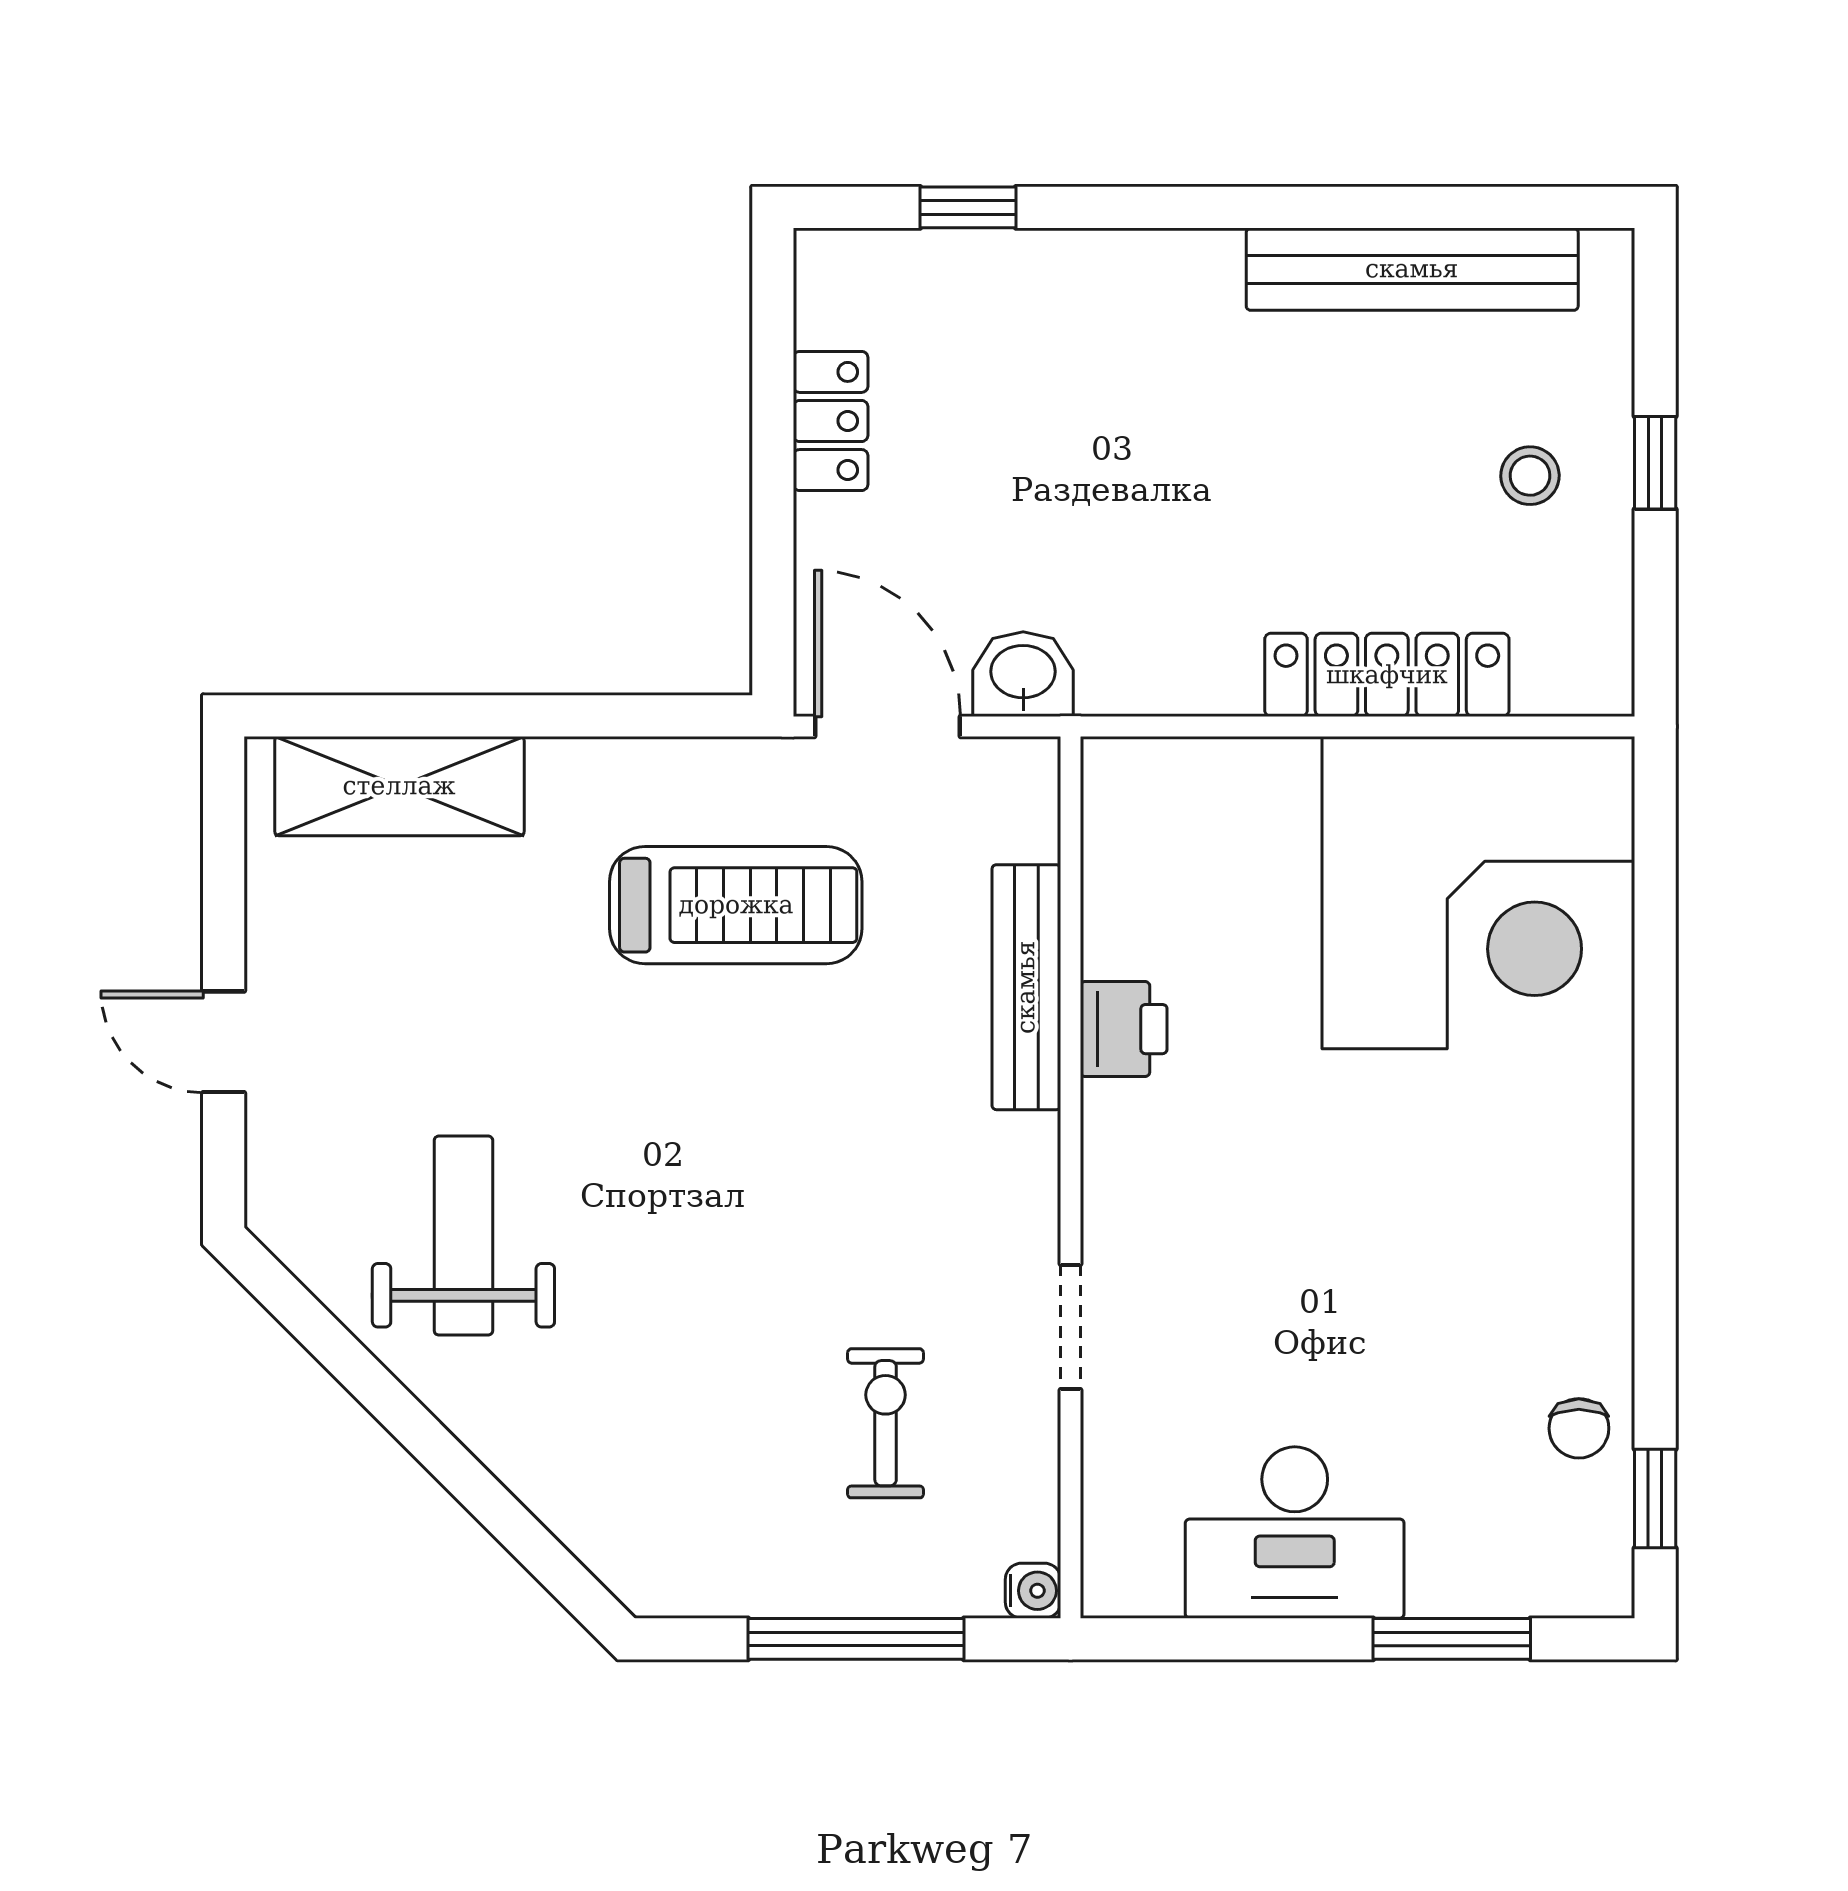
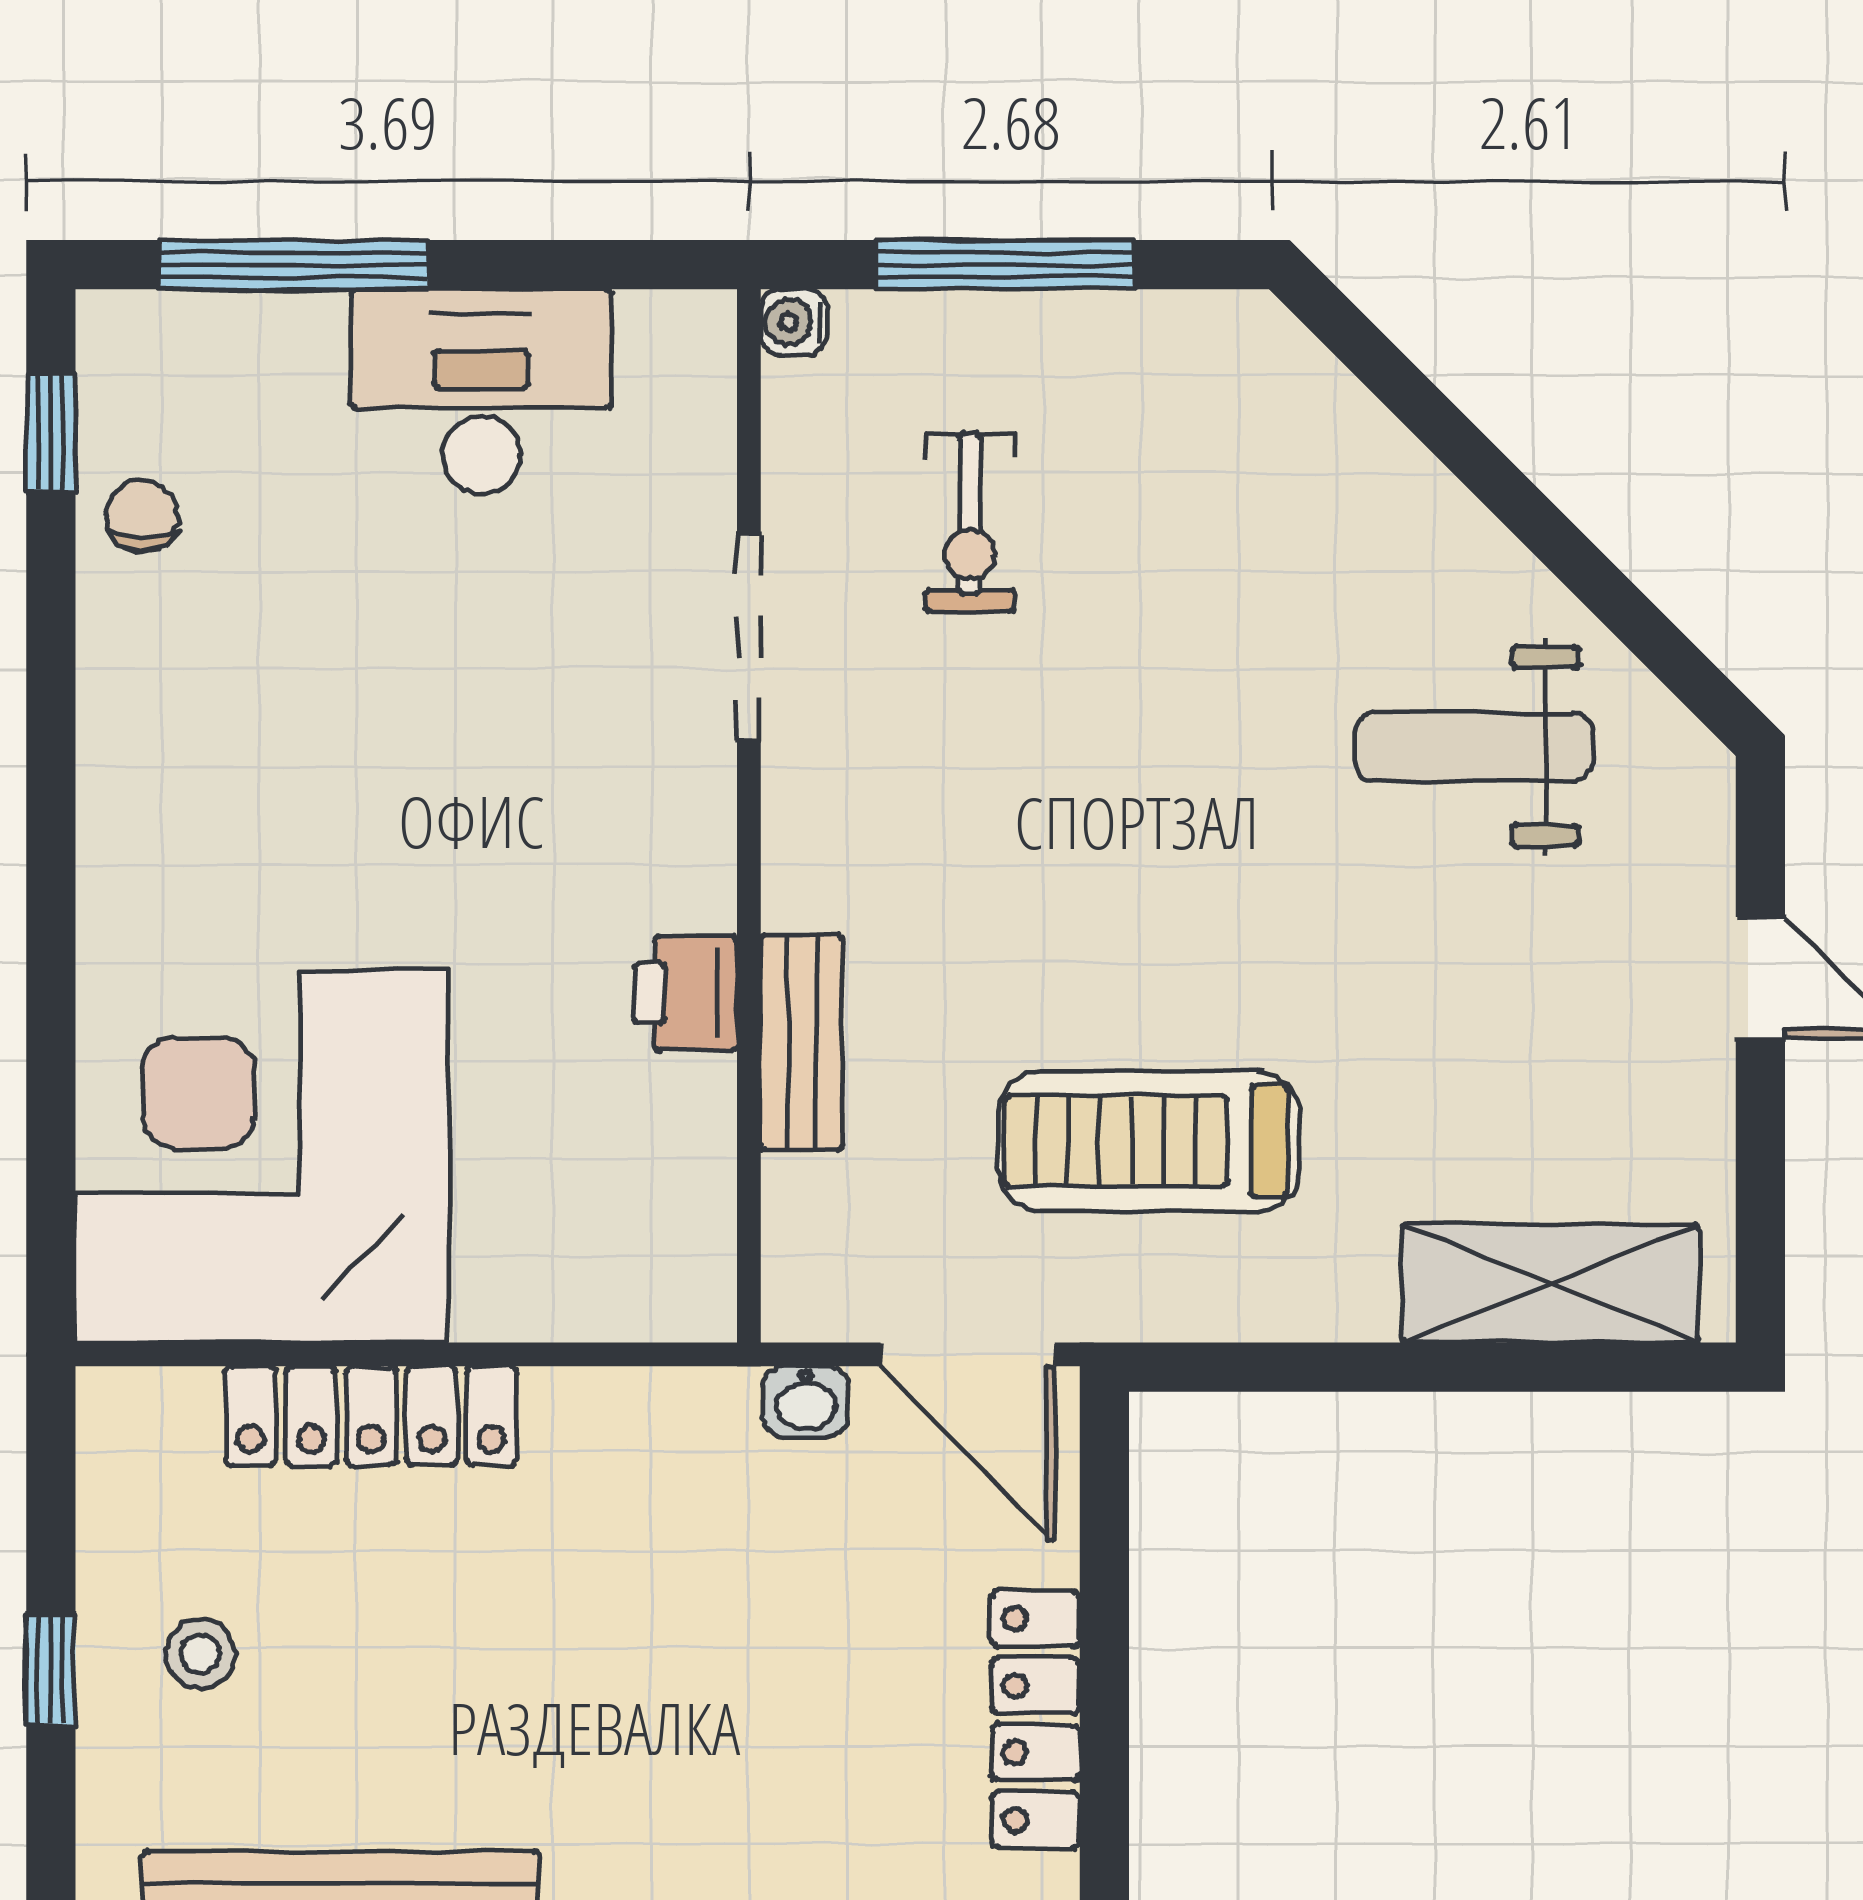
locker: (831, 421) -> (1036, 1719), width x1.53
washbasin: (1023, 674) -> (806, 1401), width x0.72, depth x0.69
bench: (1026, 987) -> (802, 1043), width x0.73
weight bench: (463, 1236) -> (1474, 746), turned 90
doorway: (1071, 1327) -> (749, 637), width x1.38
window: (1452, 1639) -> (294, 265), width x1.44

